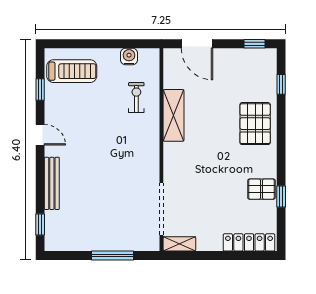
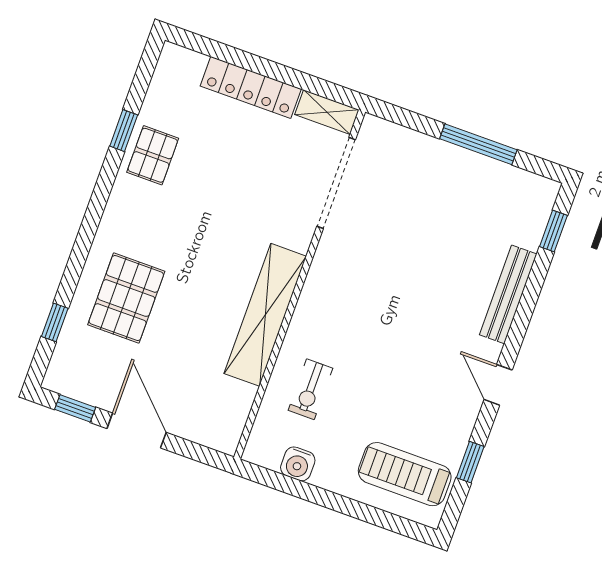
door: (197, 44) -> (137, 430), moved
shelving: (174, 115) -> (265, 315), width x1.47
pallet: (255, 124) -> (126, 298), moved
pallet: (261, 189) -> (153, 155), turned 90
locker: (249, 242) -> (251, 87), moved
window: (113, 255) -> (478, 144), moved

